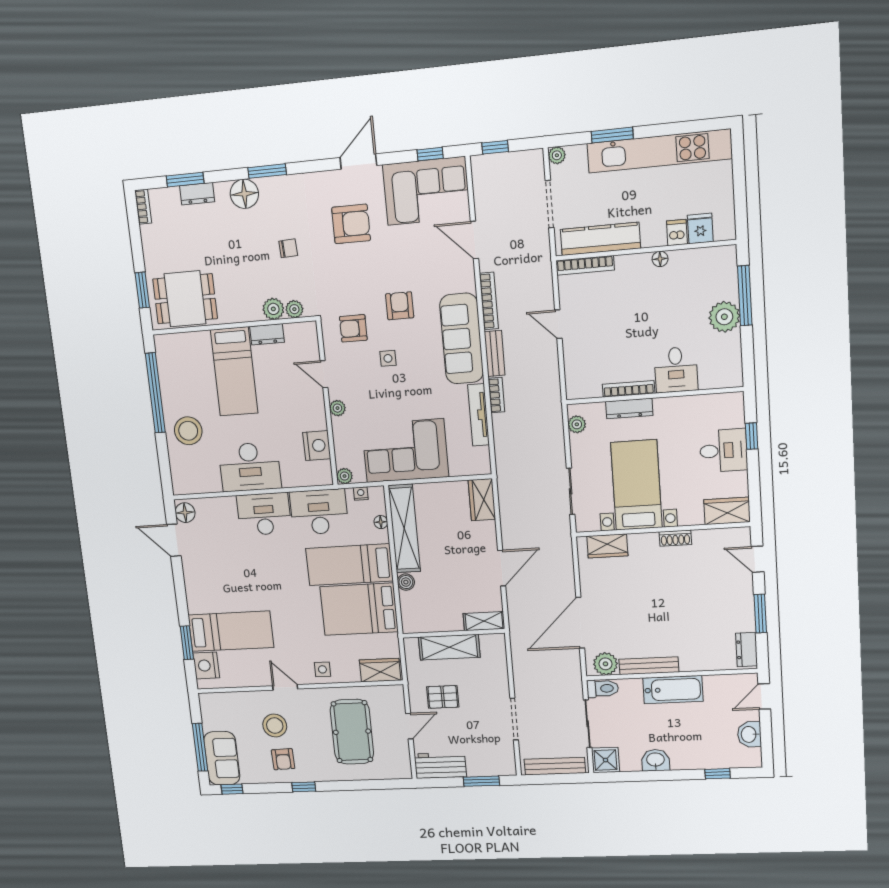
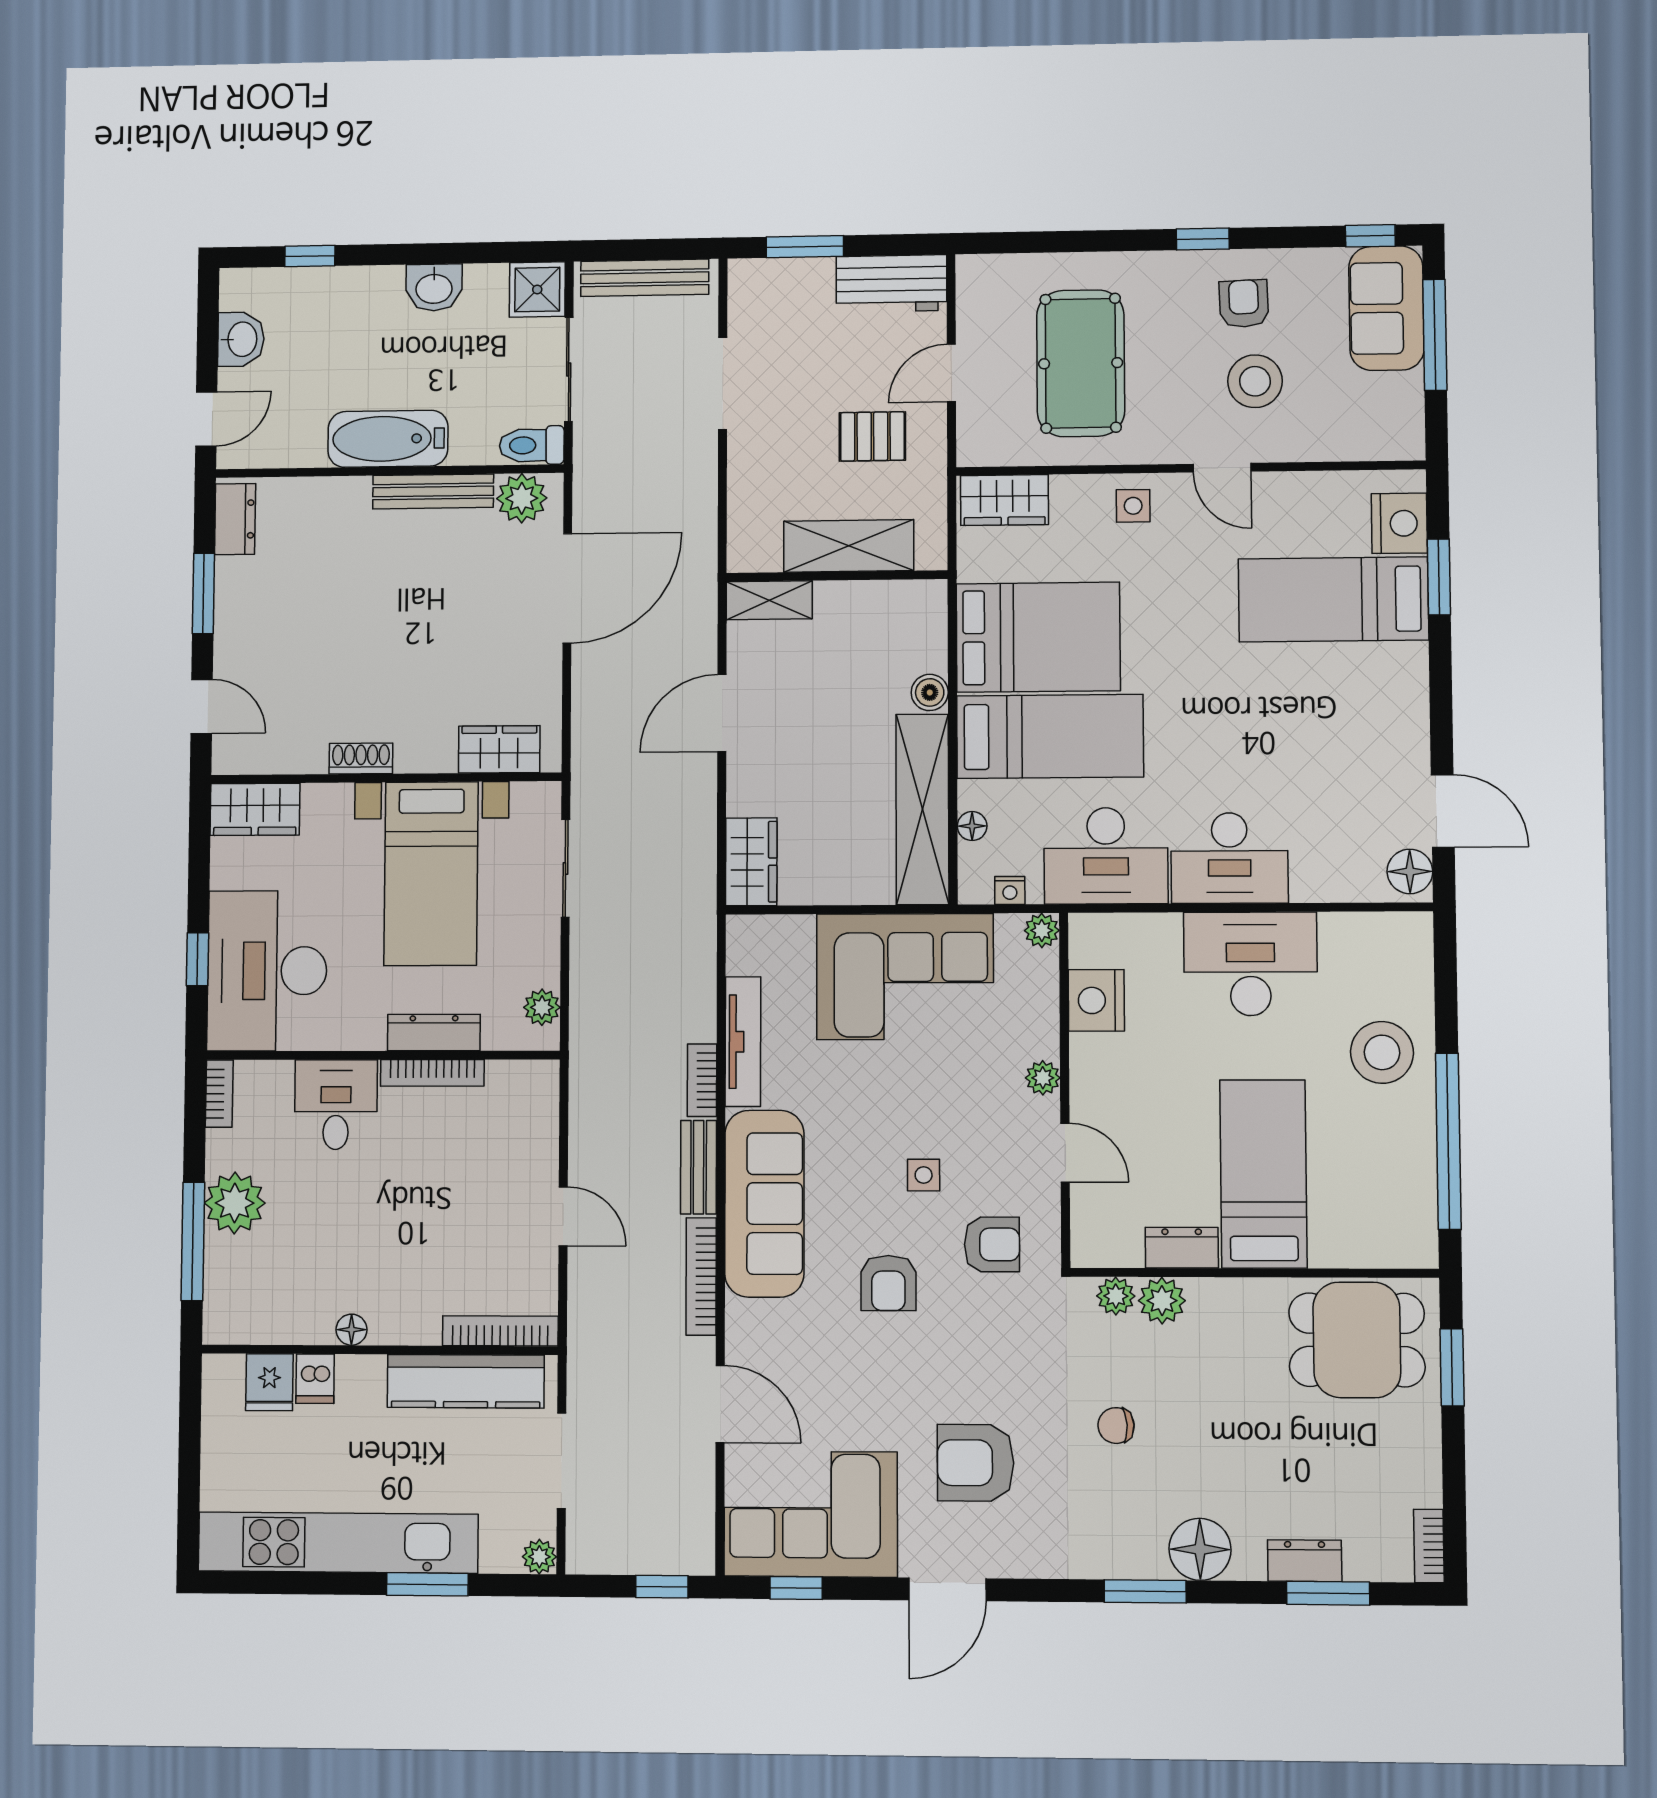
bookcase: (736, 371) -> (219, 1094), added
desk: (723, 451) -> (267, 971), width x1.87, depth x1.30

